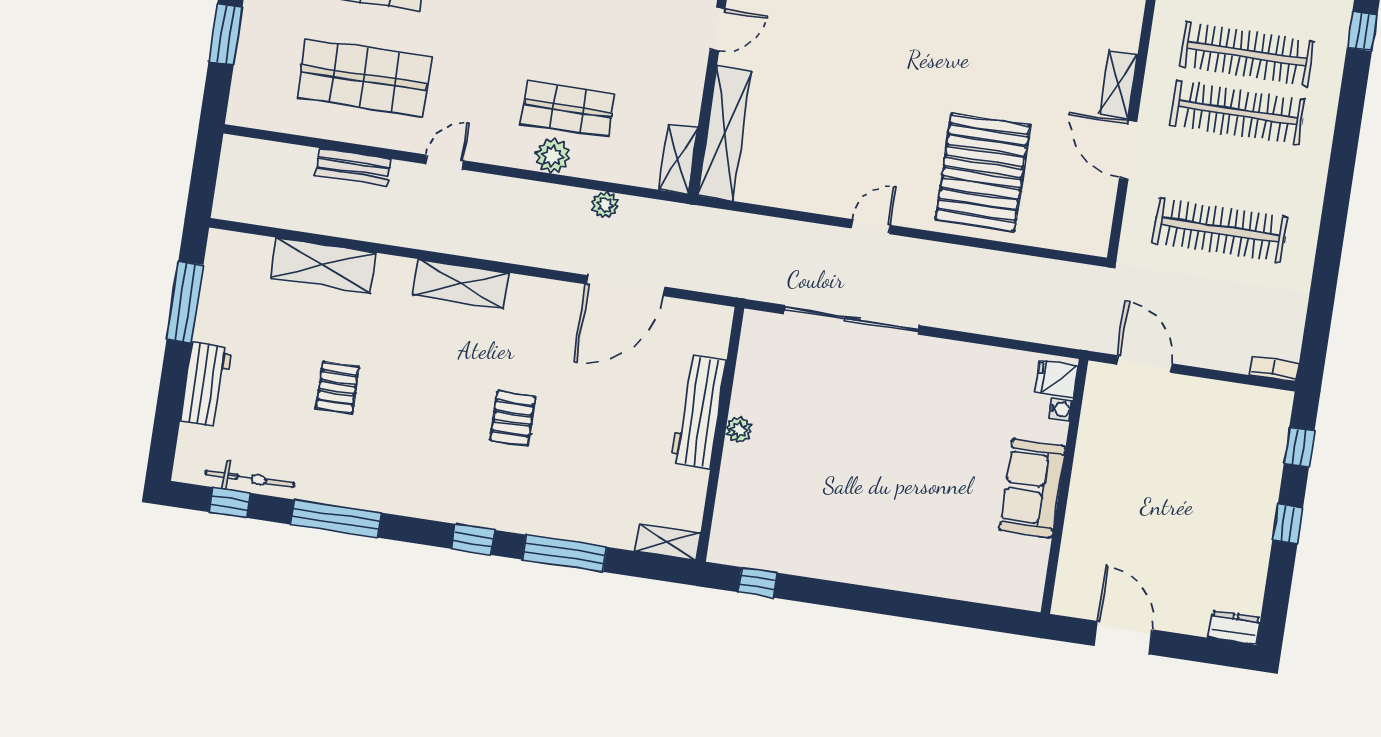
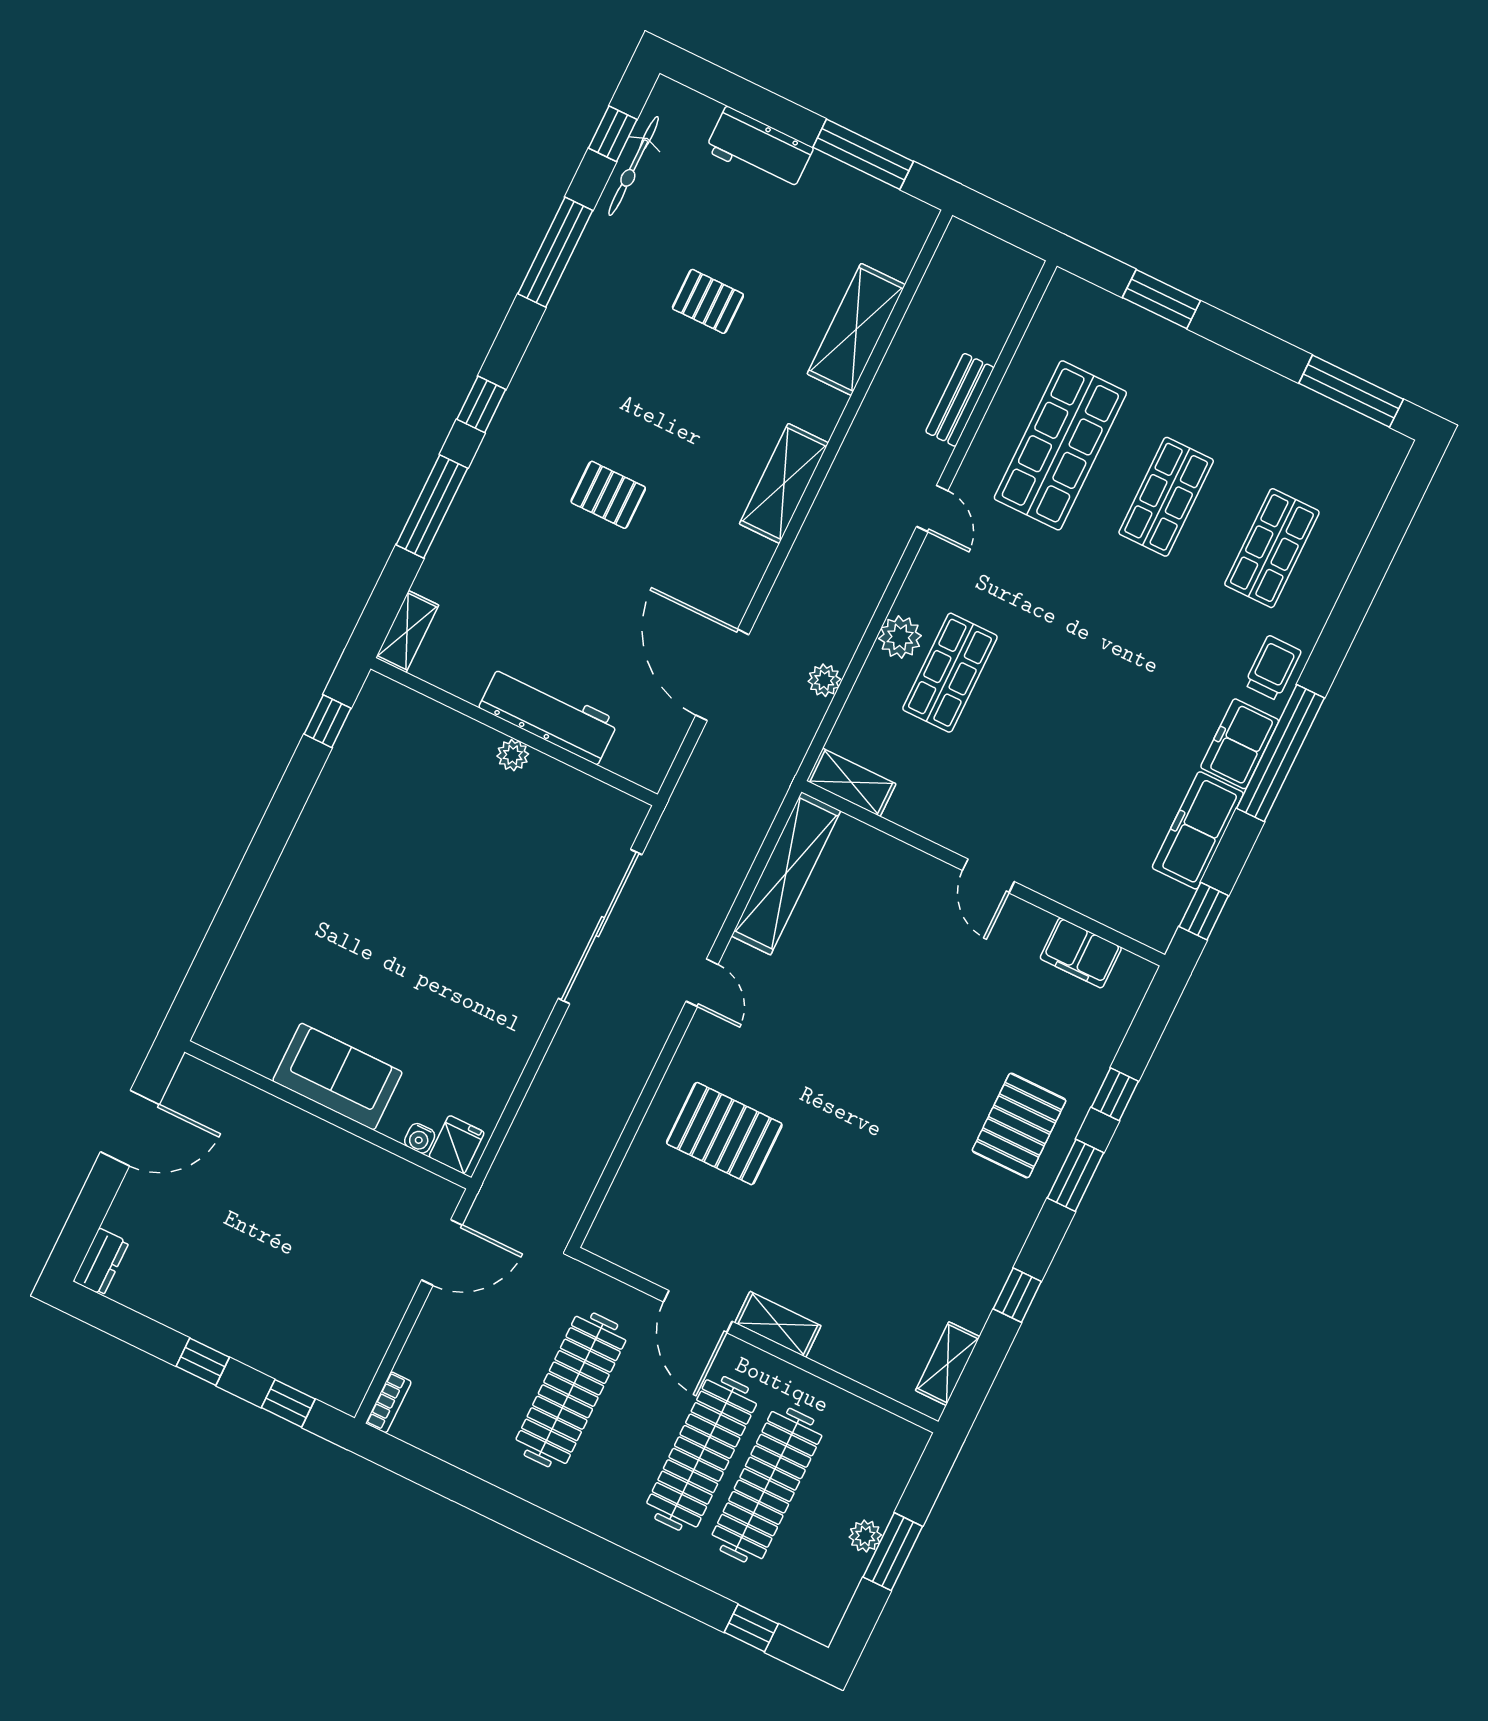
shelving: (725, 133) -> (786, 873), moved, turned 90
door: (1128, 150) -> (698, 1312), swing flipped
pallet: (983, 173) -> (724, 1134), width x0.73, depth x0.71

